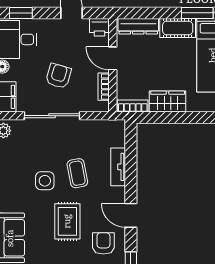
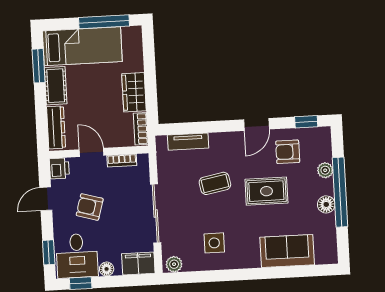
door: (113, 58) -> (92, 152), swing flipped
armchair: (58, 76) -> (90, 207), moved
tv unit: (118, 167) -> (188, 142), moved
side table: (45, 181) -> (214, 243), moved

